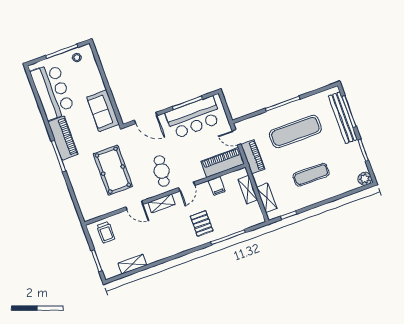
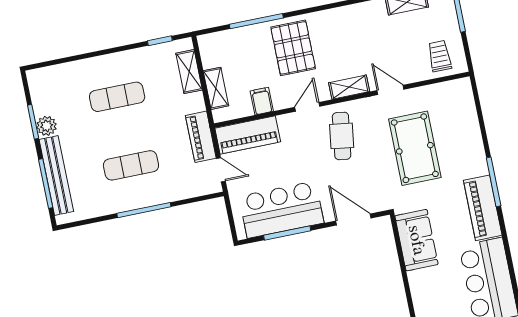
exercise mat: (295, 131) -> (131, 165), width x0.73, depth x0.69
plant: (365, 179) -> (47, 126), moved
pallet: (202, 223) -> (293, 48), width x1.50, depth x1.42

